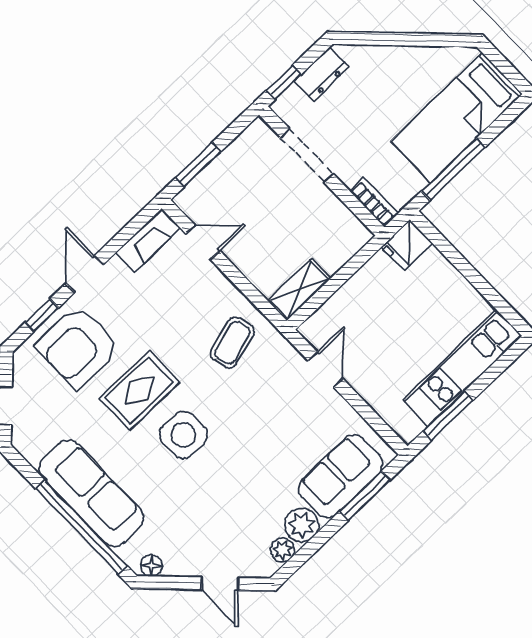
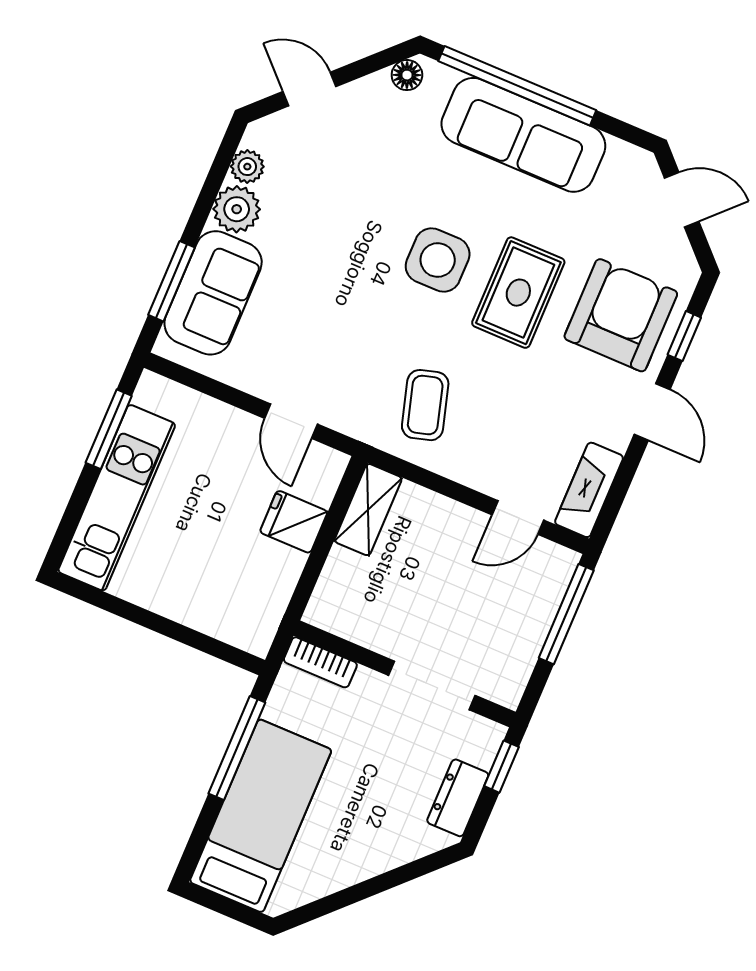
window: (198, 165) -> (566, 614), width x1.44
fridge: (407, 245) -> (294, 522), moved, turned -90

